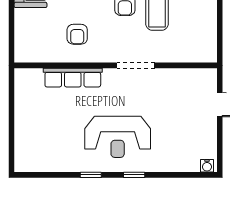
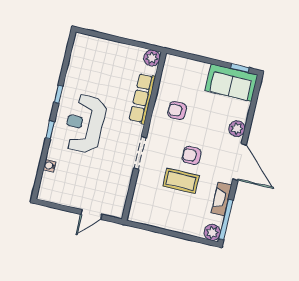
plant: (24, 78) -> (152, 58), added
water cooler: (207, 166) -> (50, 166), moved

